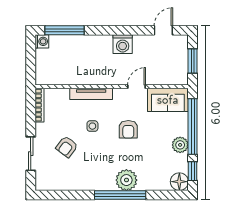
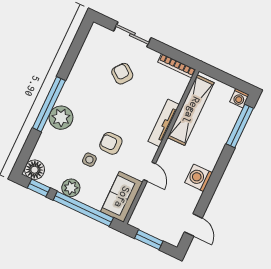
shelving: (70, 77) -> (191, 110), added
side table: (92, 126) -> (89, 160), moved

